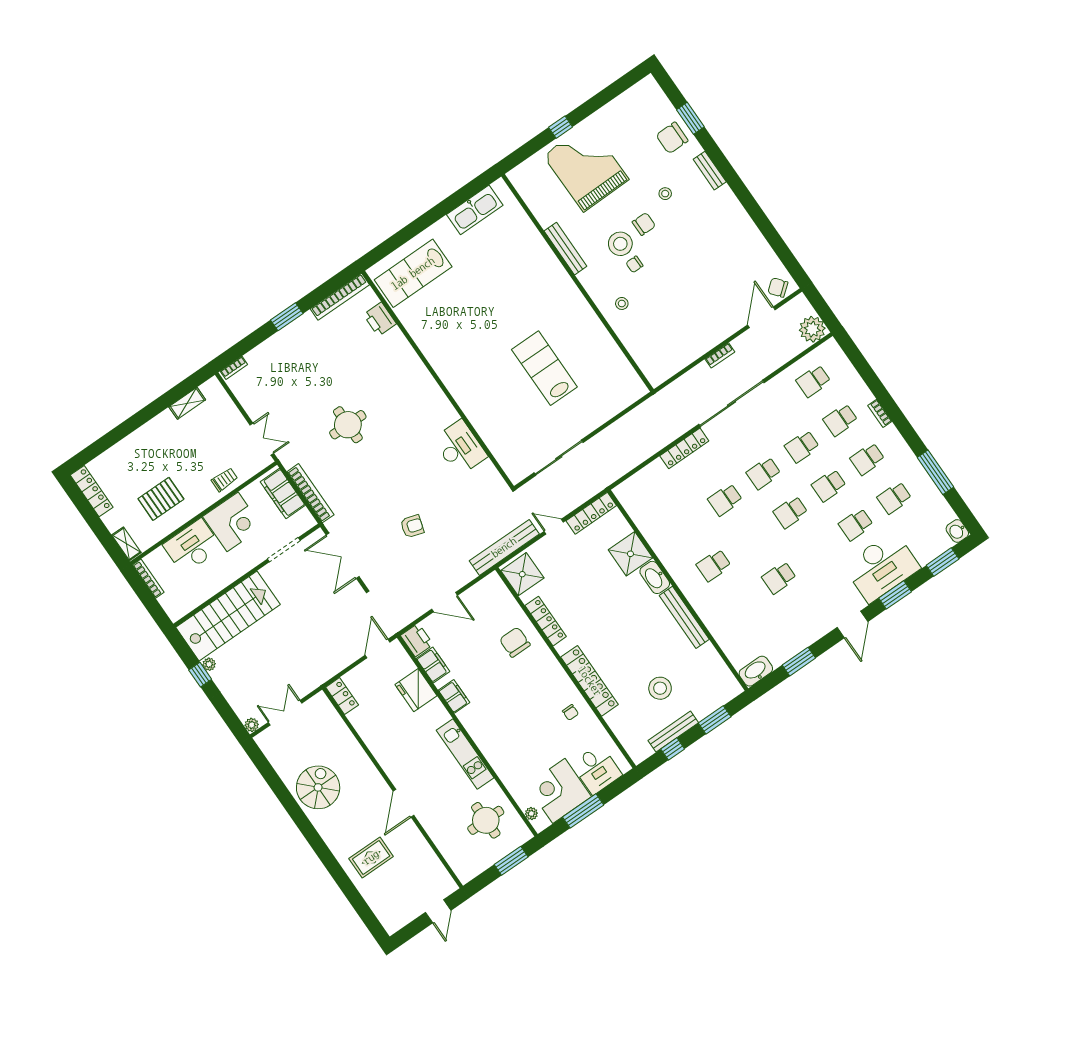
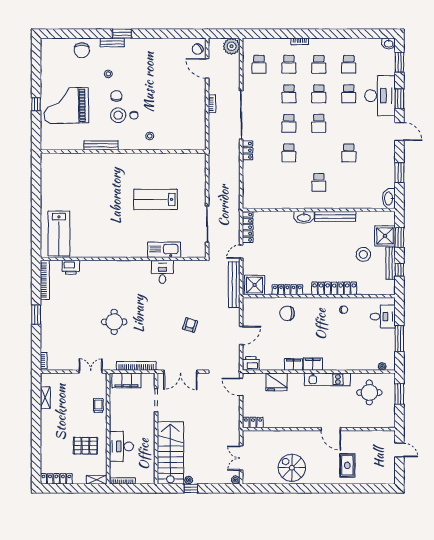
window: (690, 118) -> (122, 34), moved
kitchen sink: (475, 210) -> (164, 250), moved, turned -90
desk: (460, 448) -> (162, 272), width x0.73
locker: (684, 448) -> (248, 150), width x0.66
window: (935, 472) -> (350, 34), removed
pallet: (161, 499) -> (85, 446), turned 90
corner desk: (233, 522) -> (123, 417), removed
shower: (630, 554) -> (385, 236), moved
filing cabinet: (433, 665) -> (313, 364), moved
corner desk: (559, 791) -> (380, 344), removed

